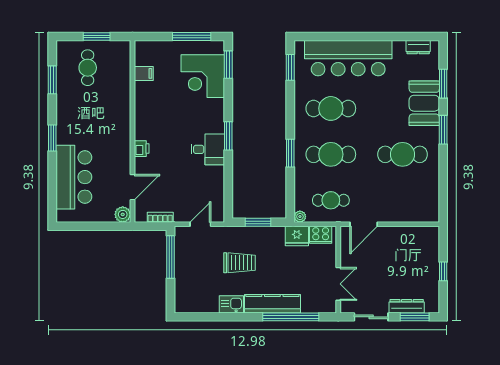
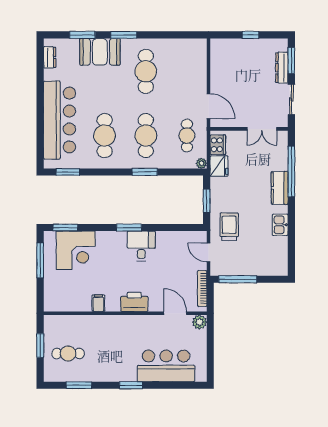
filing cabinet: (144, 73) -> (98, 303), moved
printer: (142, 149) -> (134, 302), width x1.87, depth x1.48
bookcase: (160, 217) -> (202, 288), width x1.56
trolley: (239, 263) -> (229, 227), moved
double door: (338, 284) -> (262, 129), swing flipped
kitchen counter: (272, 304) -> (280, 188), width x0.67

